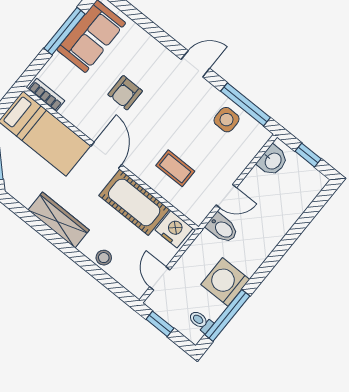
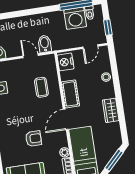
plant: (69, 111) -> (65, 152), added
cot: (134, 202) -> (70, 94), width x0.73, depth x0.75
wardrobe: (59, 220) -> (111, 110), width x0.67
washing machine: (225, 282) -> (75, 18), moved

